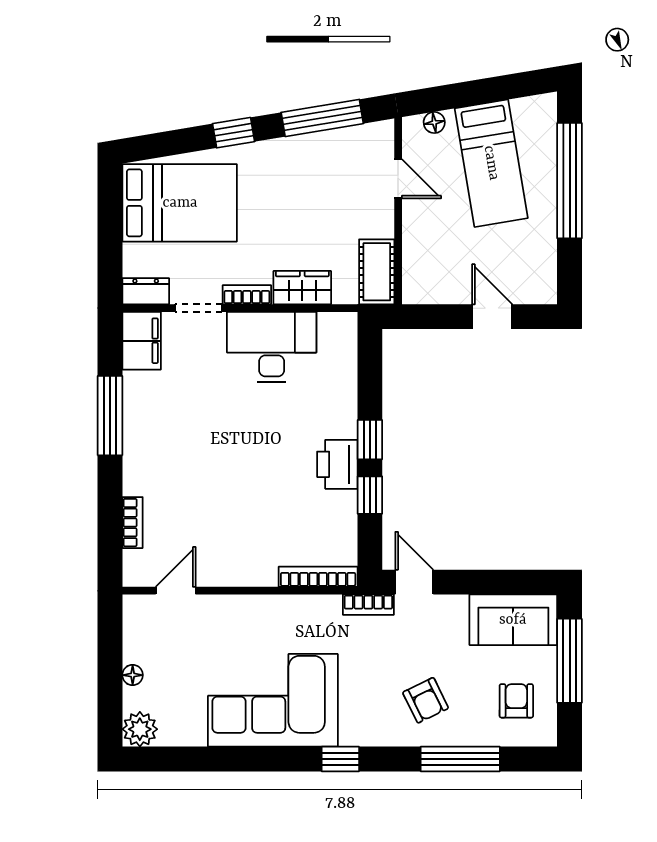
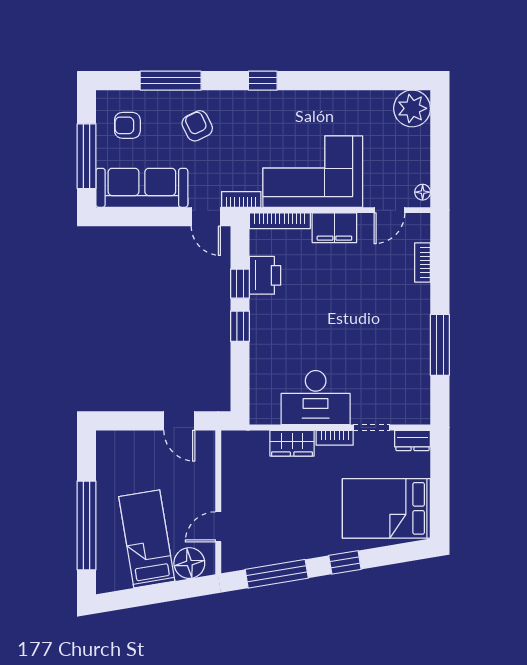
floor lamp: (434, 122) -> (189, 563), width x1.89, depth x1.89
door: (398, 179) -> (218, 527), hinge flipped
cot: (377, 272) -> (235, 455), removed
door: (492, 317) -> (179, 421), moved
filing cabinet: (142, 341) -> (334, 228), moved, turned -90
printer: (337, 464) -> (265, 275), moved
sofa: (513, 620) -> (142, 188), width x1.36
floor lamp: (133, 675) -> (423, 192), moved
corner sofa: (273, 700) -> (313, 172), moved, turned 180
armchair: (516, 701) -> (127, 125), turned 90
plant: (140, 729) -> (412, 108), width x1.36, depth x1.36

